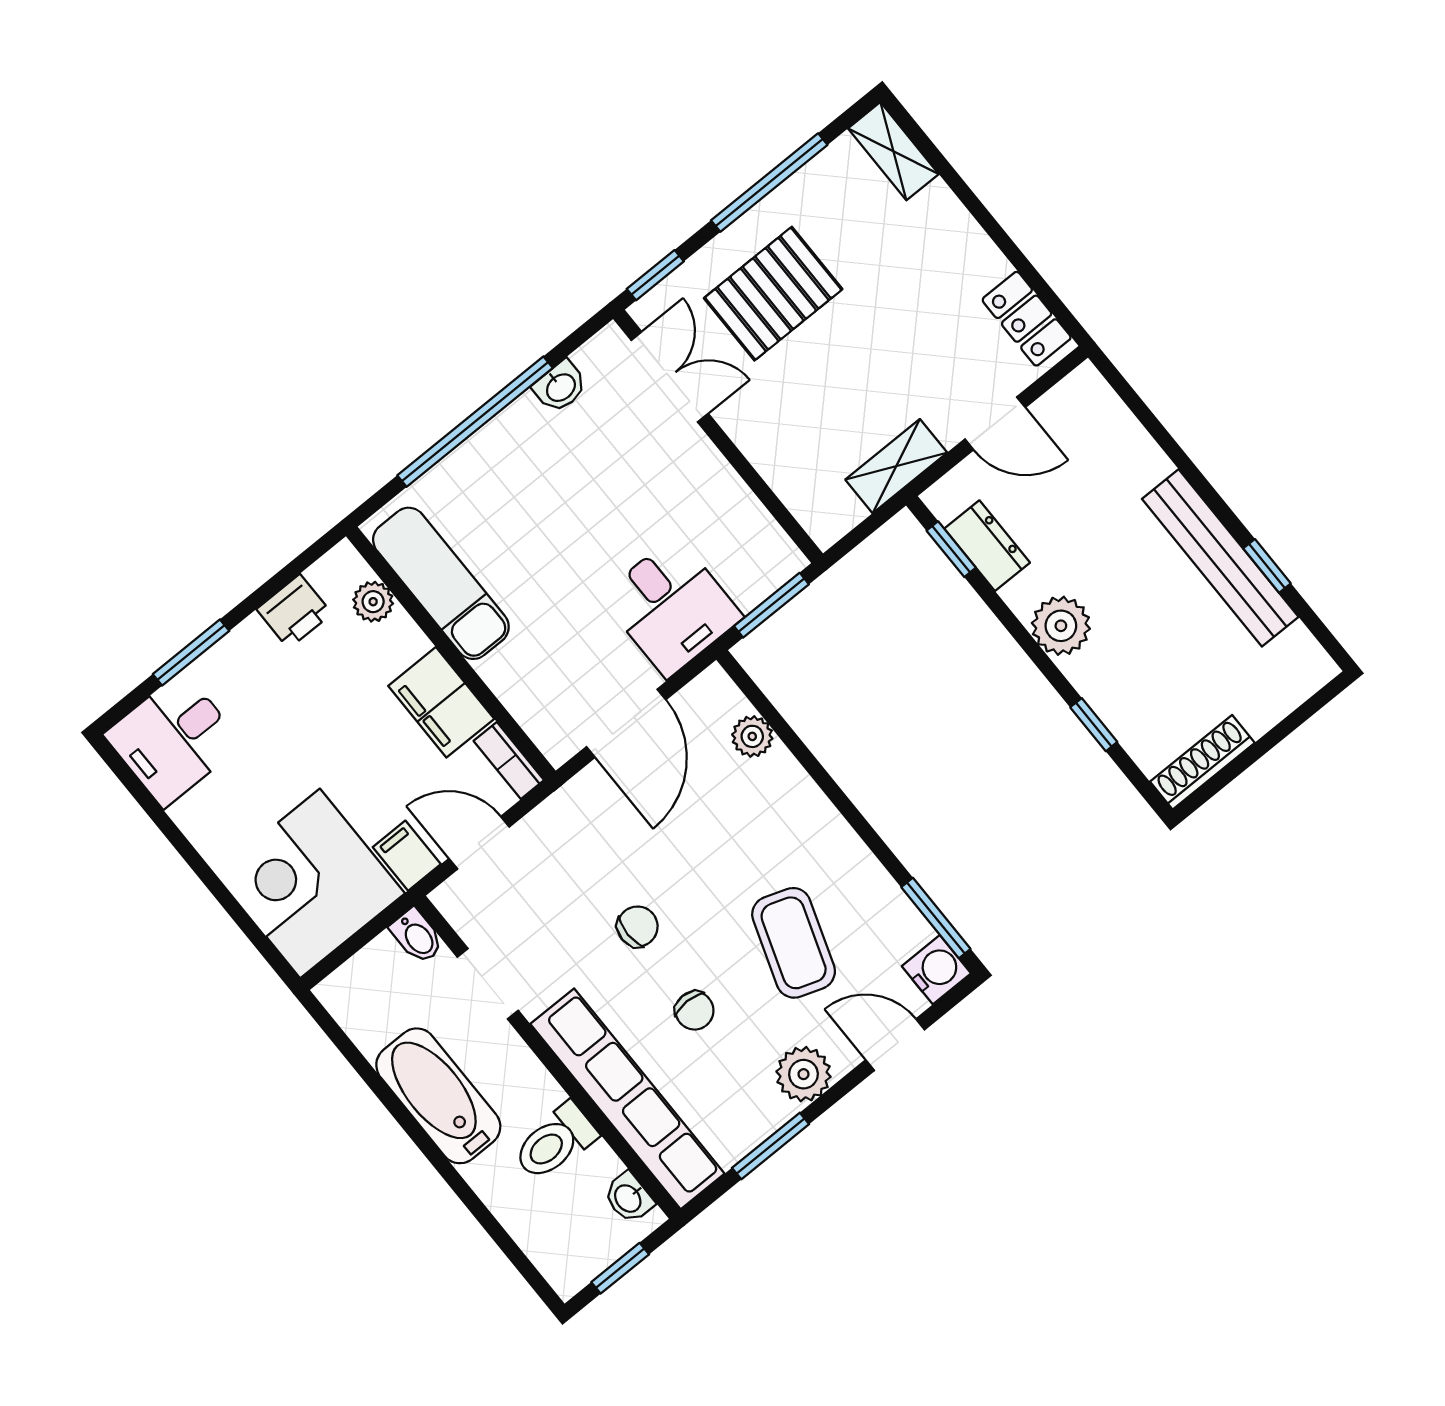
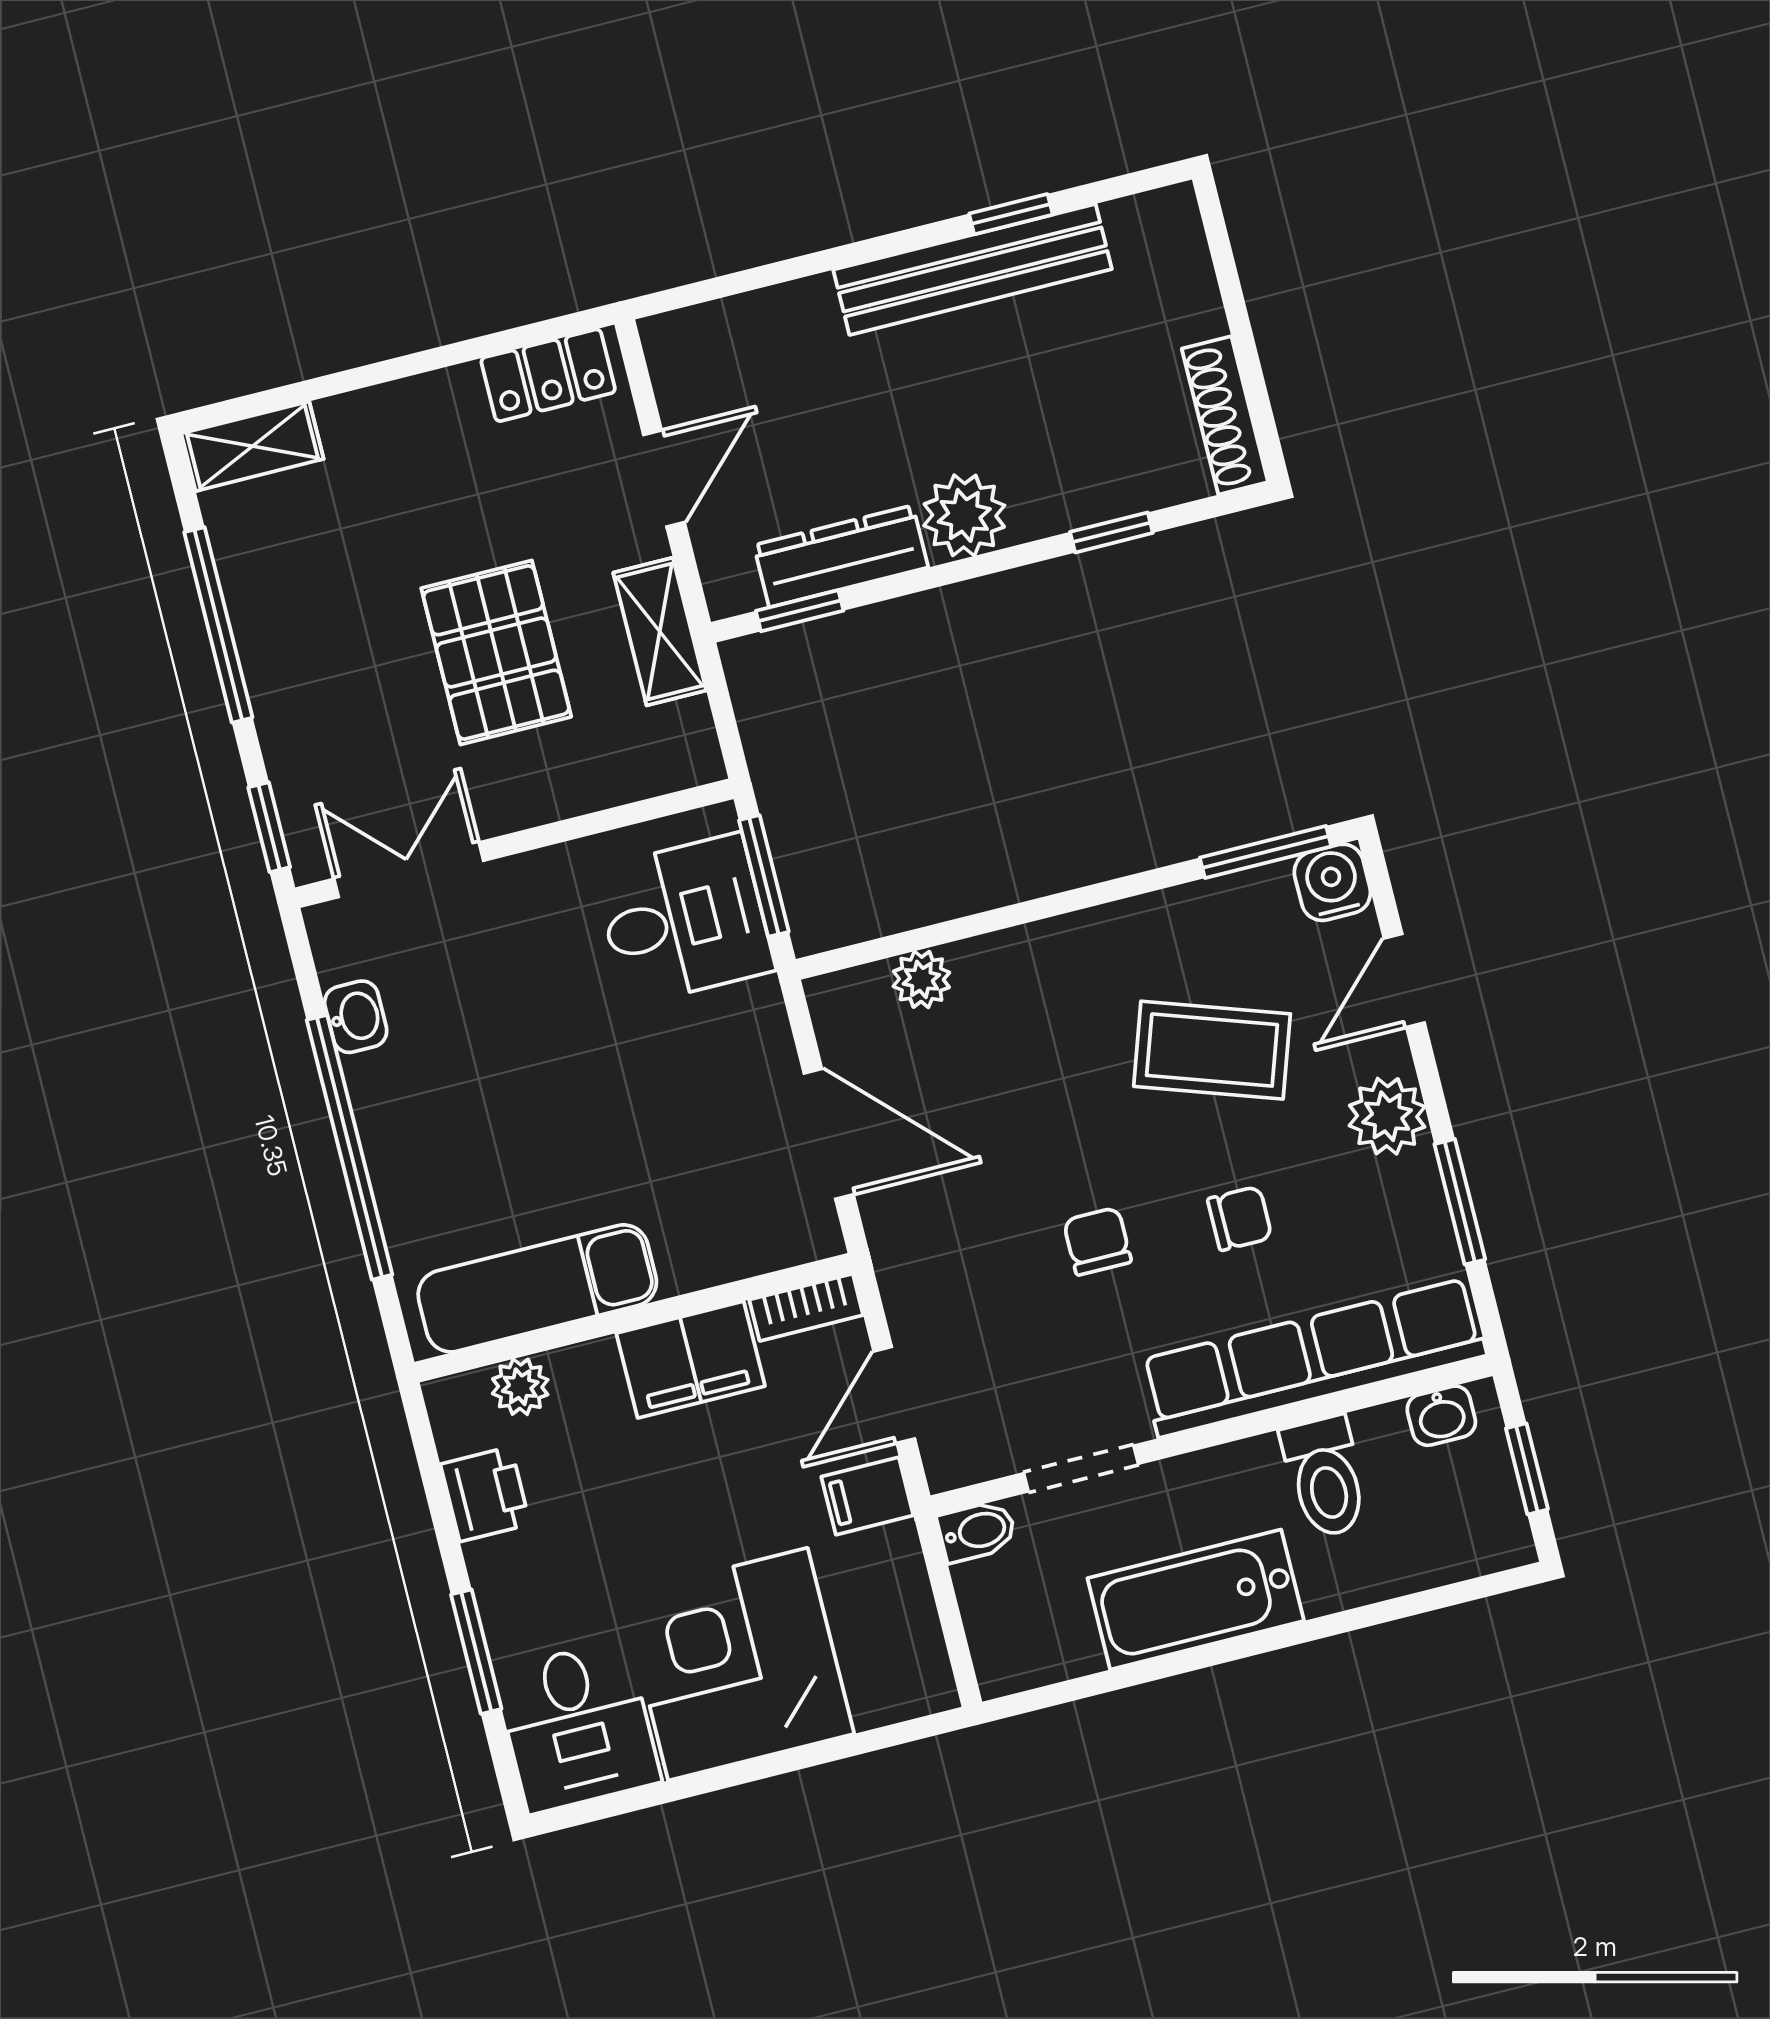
pallet: (773, 294) -> (496, 652), moved
dresser: (987, 546) -> (841, 556), width x1.44
desk: (671, 607) -> (684, 920), moved
corner desk: (310, 883) -> (738, 1664), moved, turned 90

